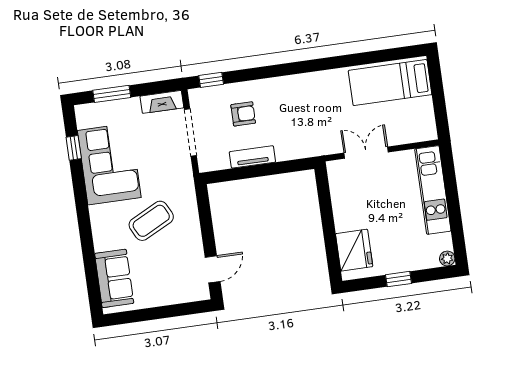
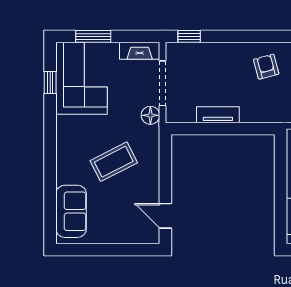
armchair: (243, 114) -> (266, 67), moved, turned -105
corner sofa: (109, 164) -> (82, 78), moved
floor lamp: (182, 167) -> (150, 115), added
door: (213, 269) -> (165, 216), swing flipped

